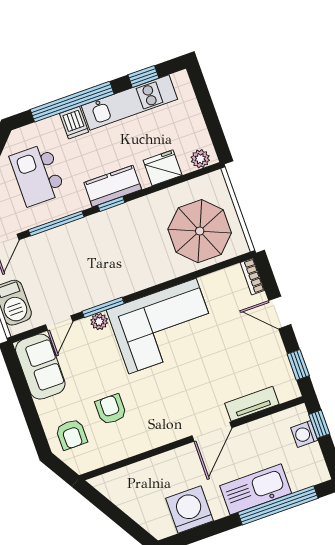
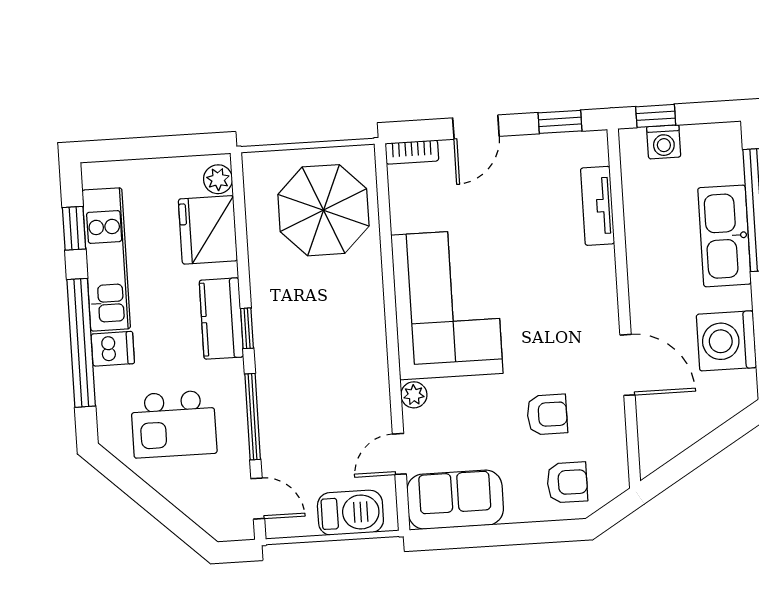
fridge: (163, 168) -> (208, 230), width x1.36, depth x1.34
window: (103, 307) -> (395, 383), removed
door: (59, 323) -> (399, 454), swing flipped
armchair: (111, 409) -> (547, 414), turned 180
door: (212, 432) -> (628, 365), moved

